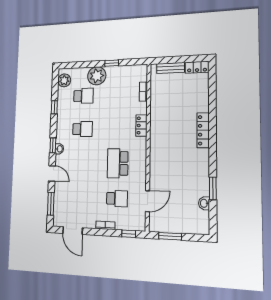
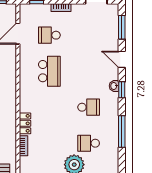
plant: (64, 80) -> (111, 161), removed
window: (54, 107) -> (122, 132), width x2.17
locker: (141, 125) -> (25, 123), moved
school desk: (82, 129) -> (89, 107), turned 180

